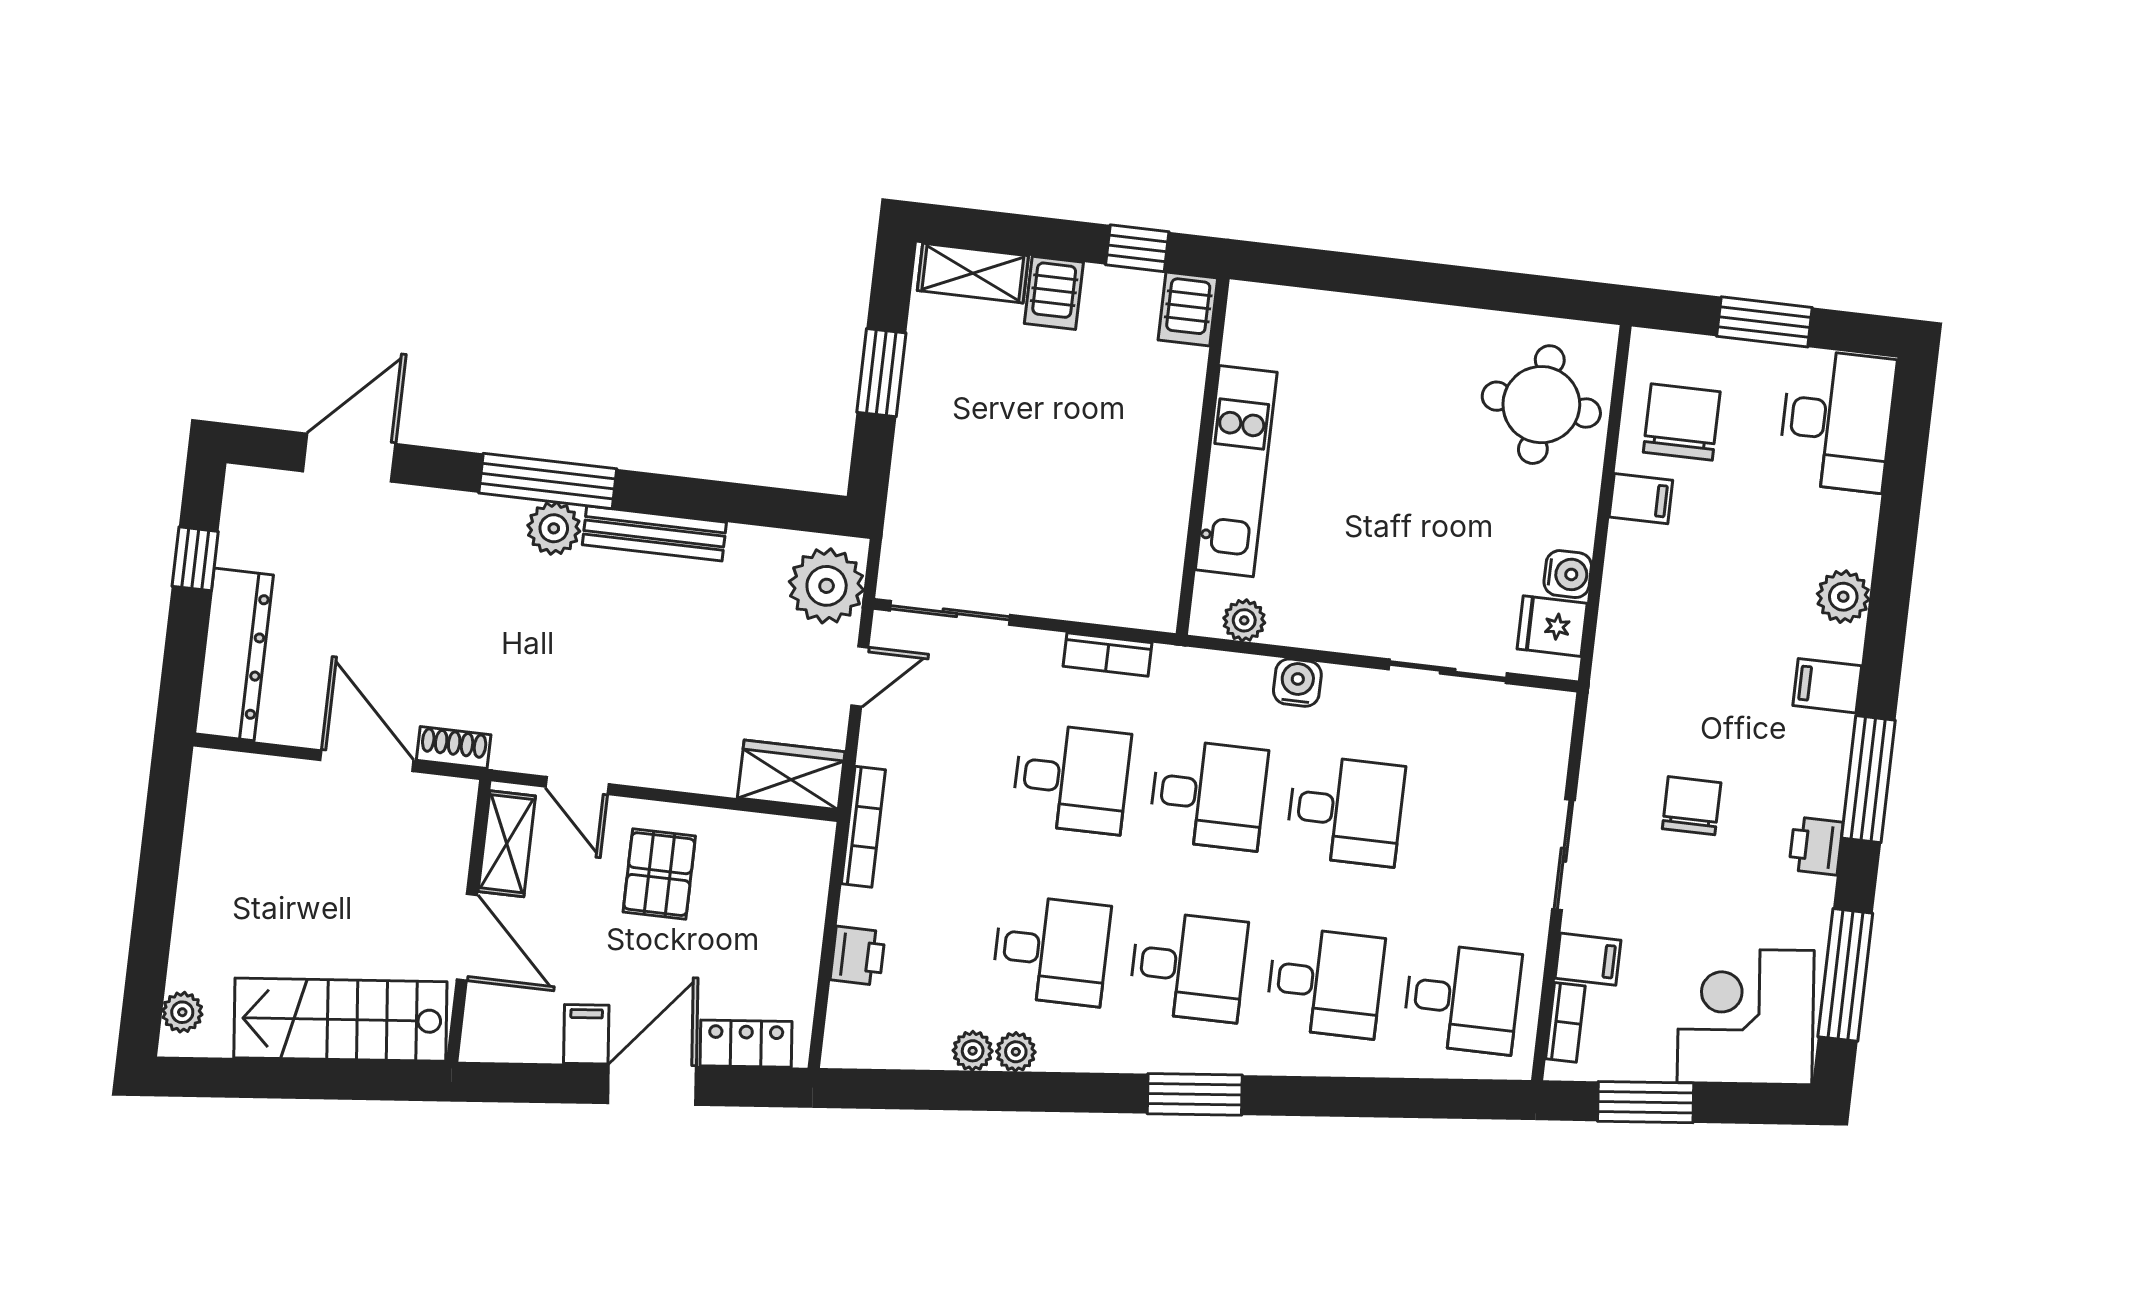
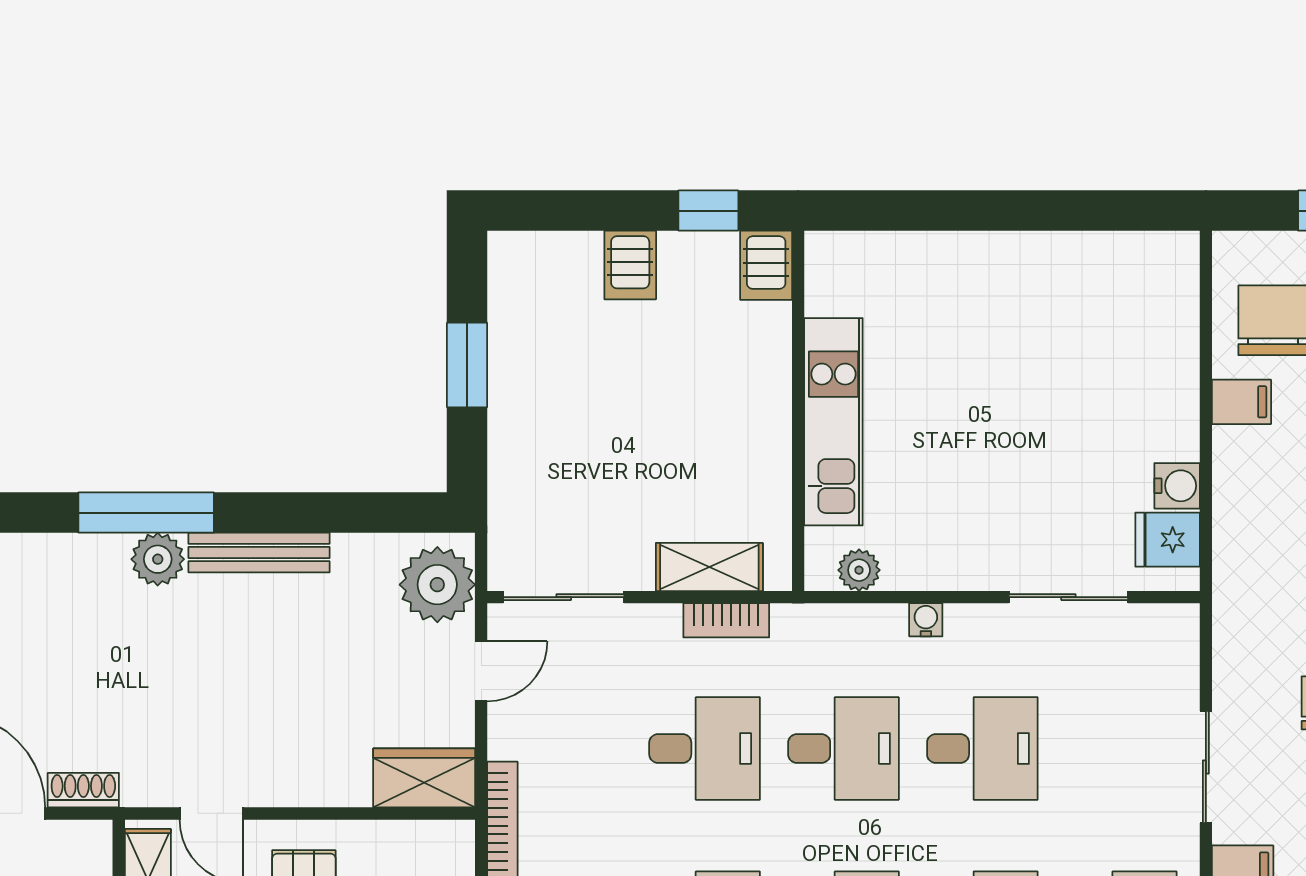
shelving: (973, 273) -> (709, 567), moved
round table: (1541, 405) -> (1131, 319), removed
water cooler: (1297, 683) -> (926, 620), width x0.72, depth x0.72

